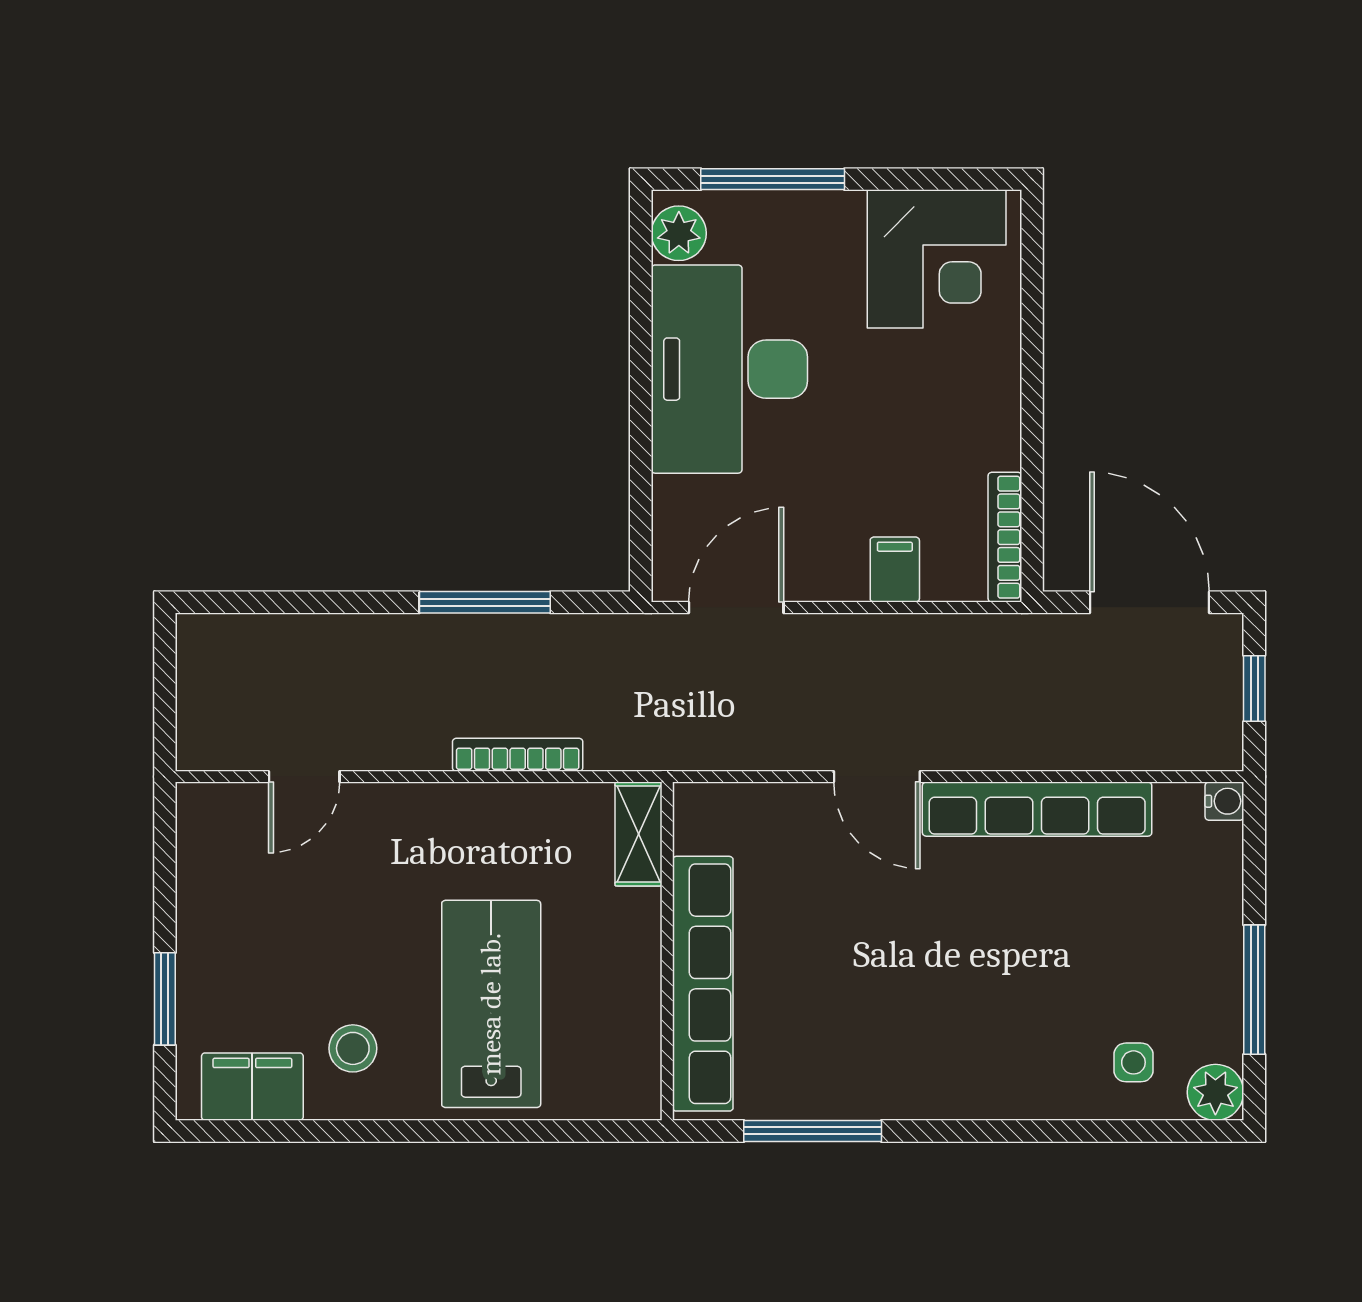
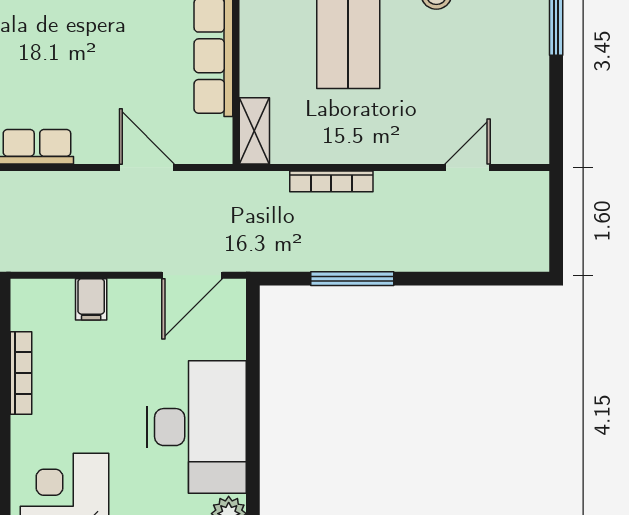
bookcase: (1005, 537) -> (21, 373), moved
door: (877, 777) -> (147, 167), moved

